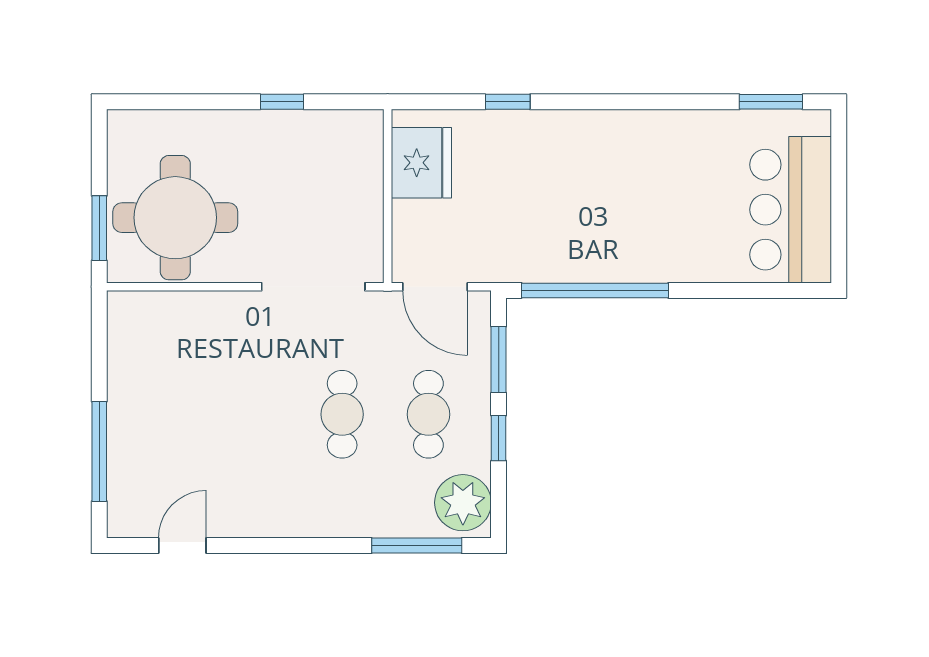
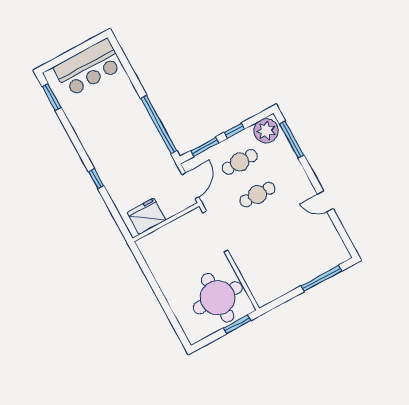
window: (282, 102) -> (152, 281), removed
window: (508, 102) -> (96, 179), moved
door: (182, 545) -> (325, 201), moved

